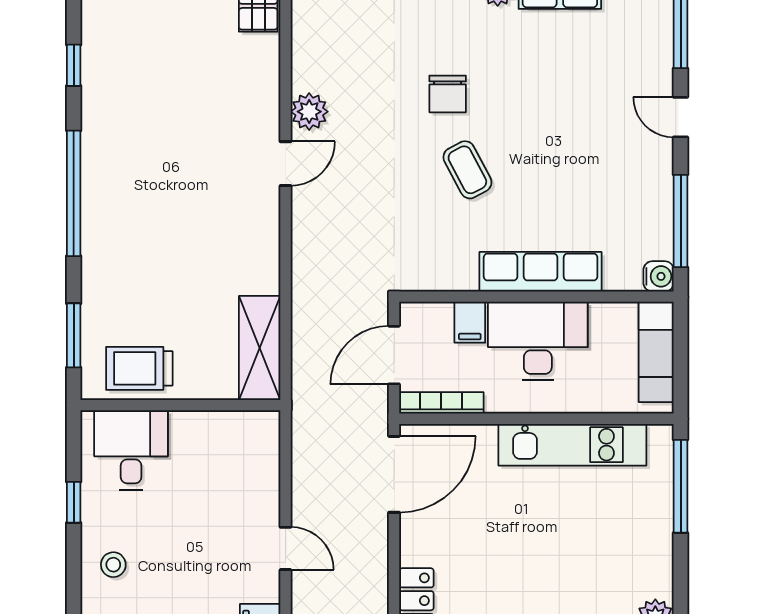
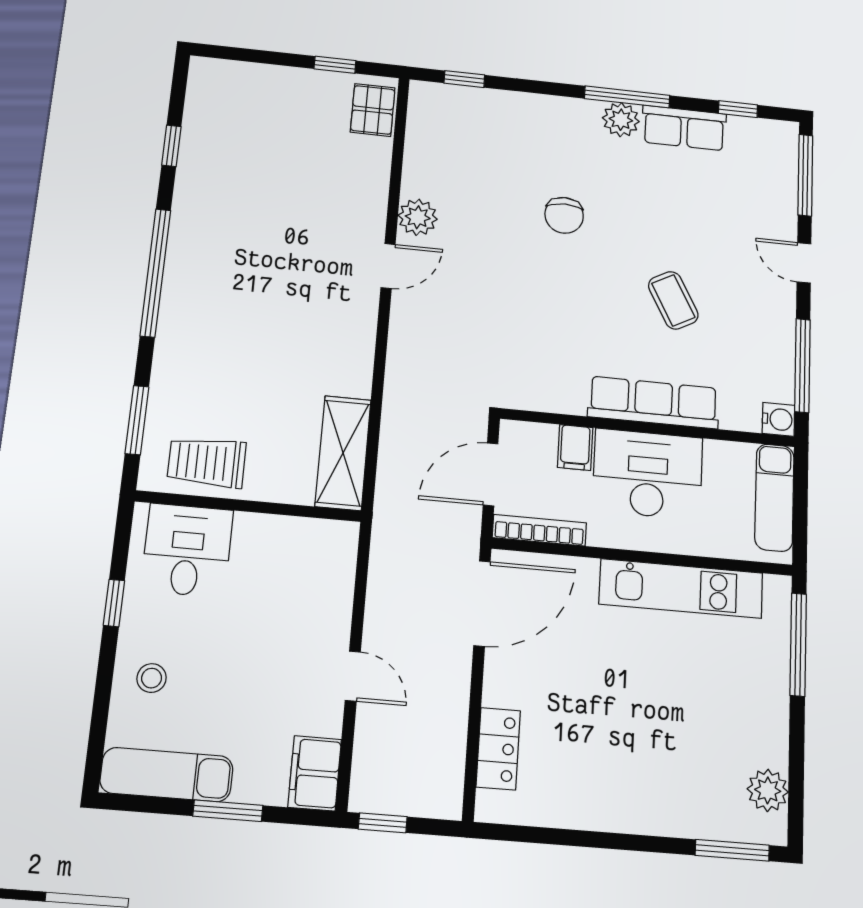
coffee table: (467, 170) -> (673, 300), moved

